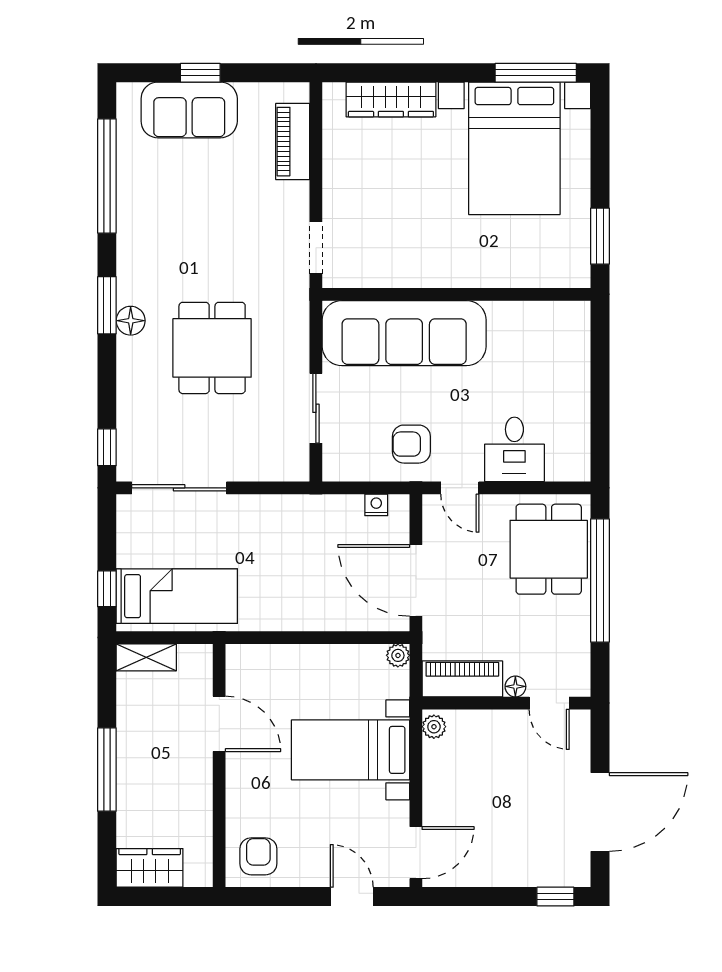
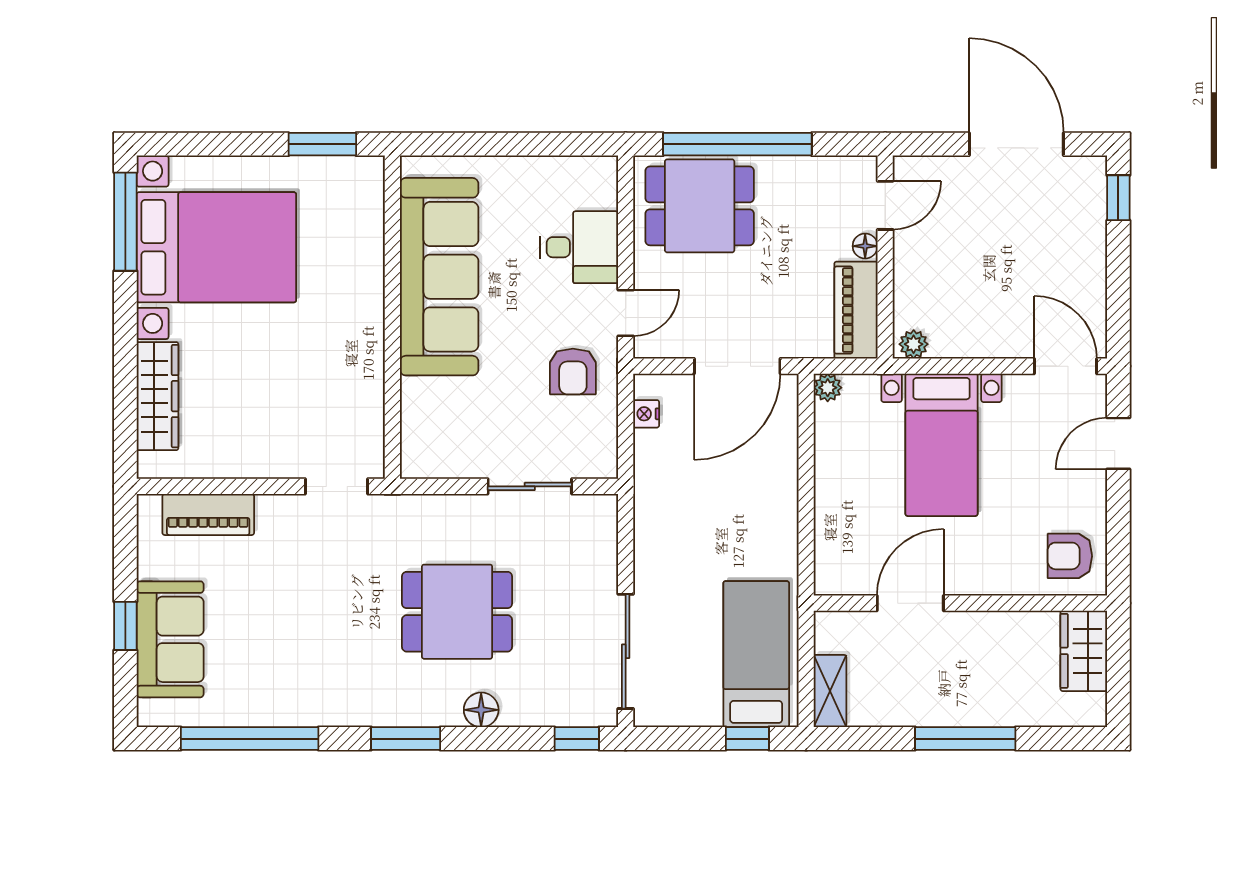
floor lamp: (131, 321) -> (481, 710), moved
sofa: (404, 333) -> (439, 277), moved
wardrobe: (150, 868) -> (1084, 651), moved

